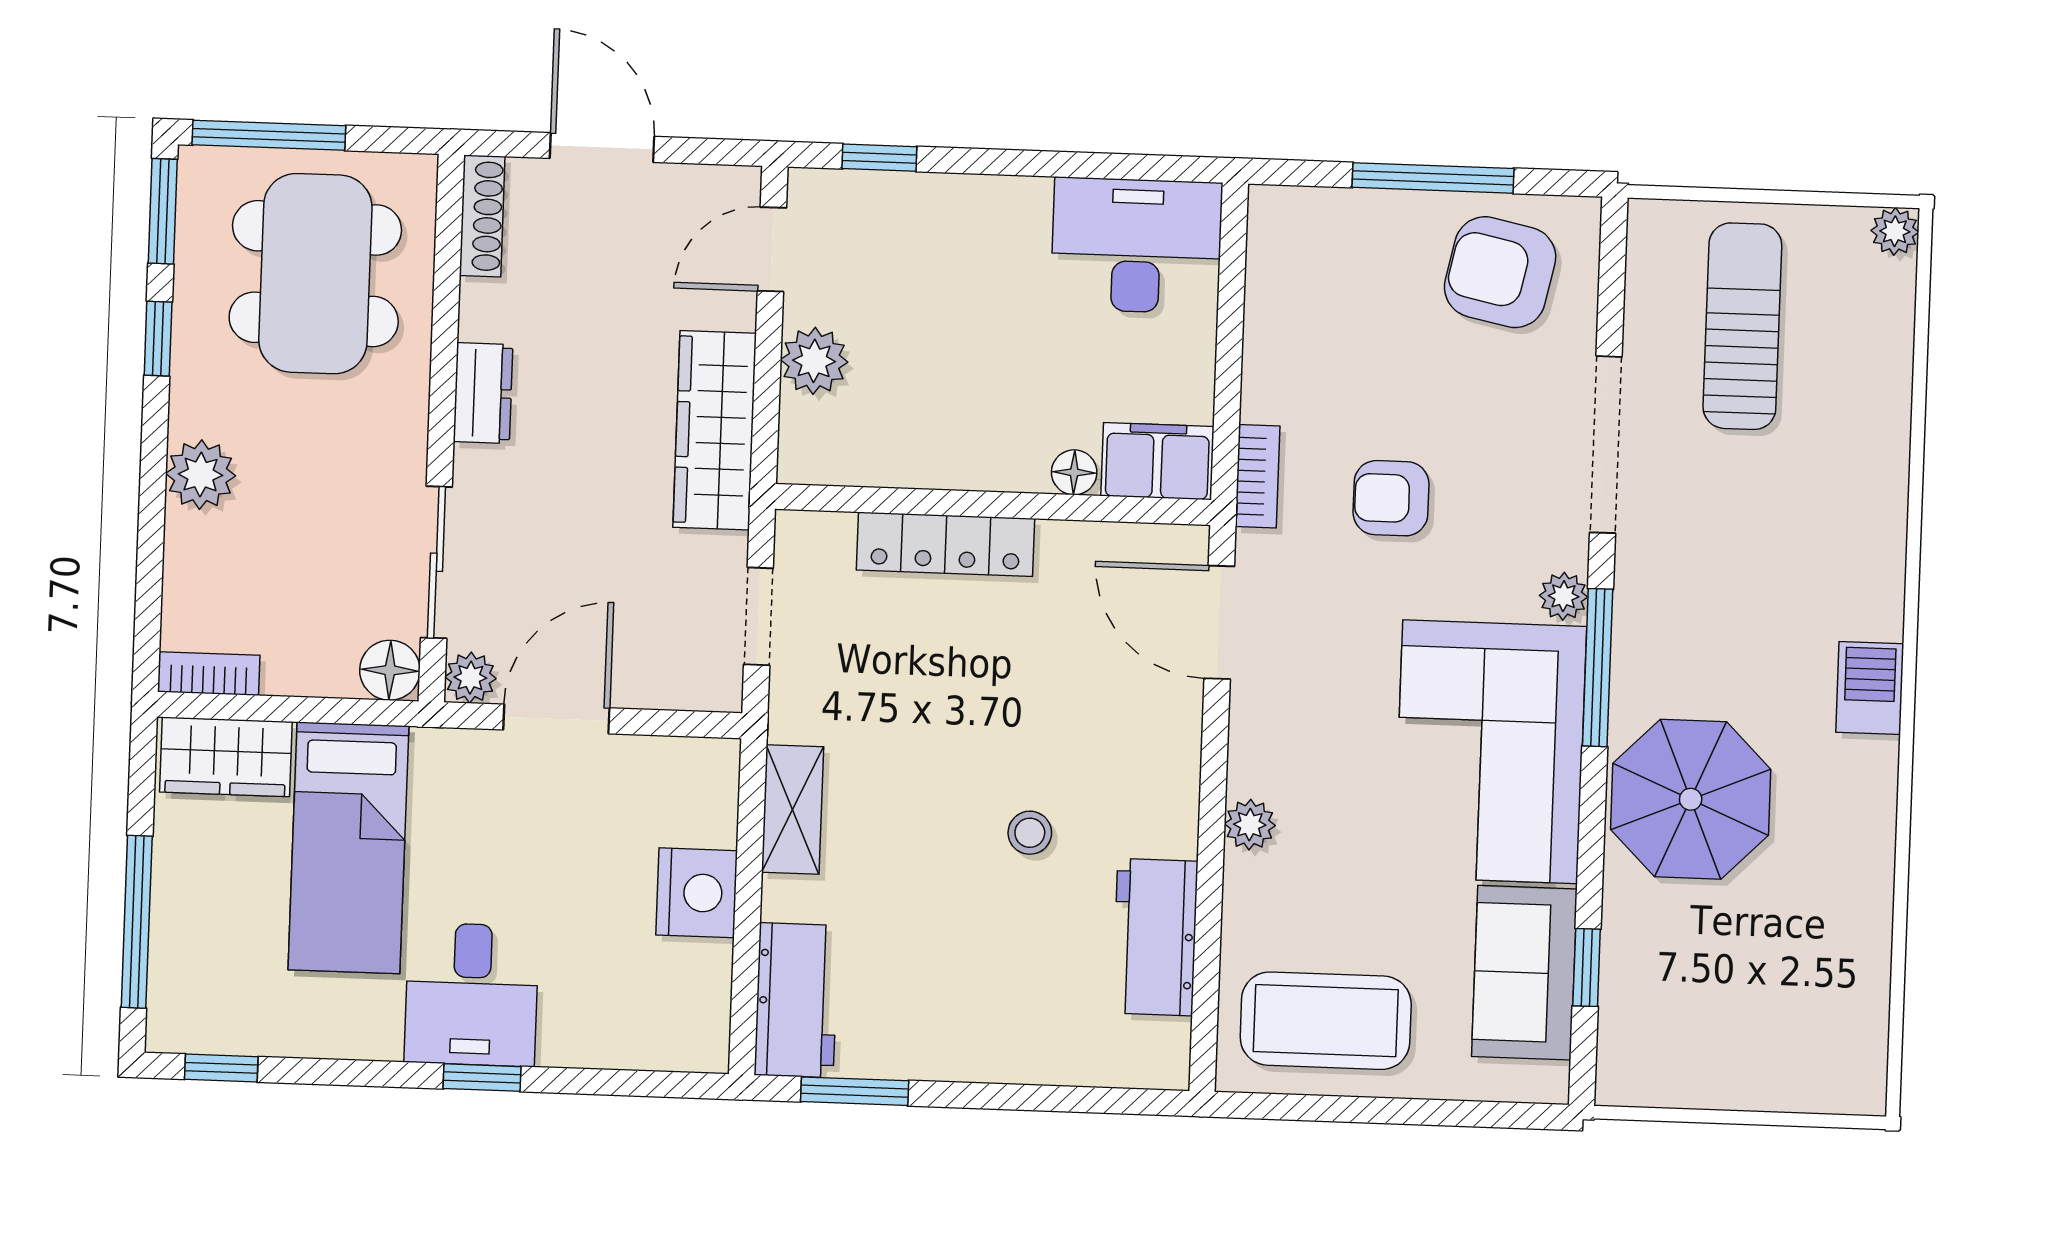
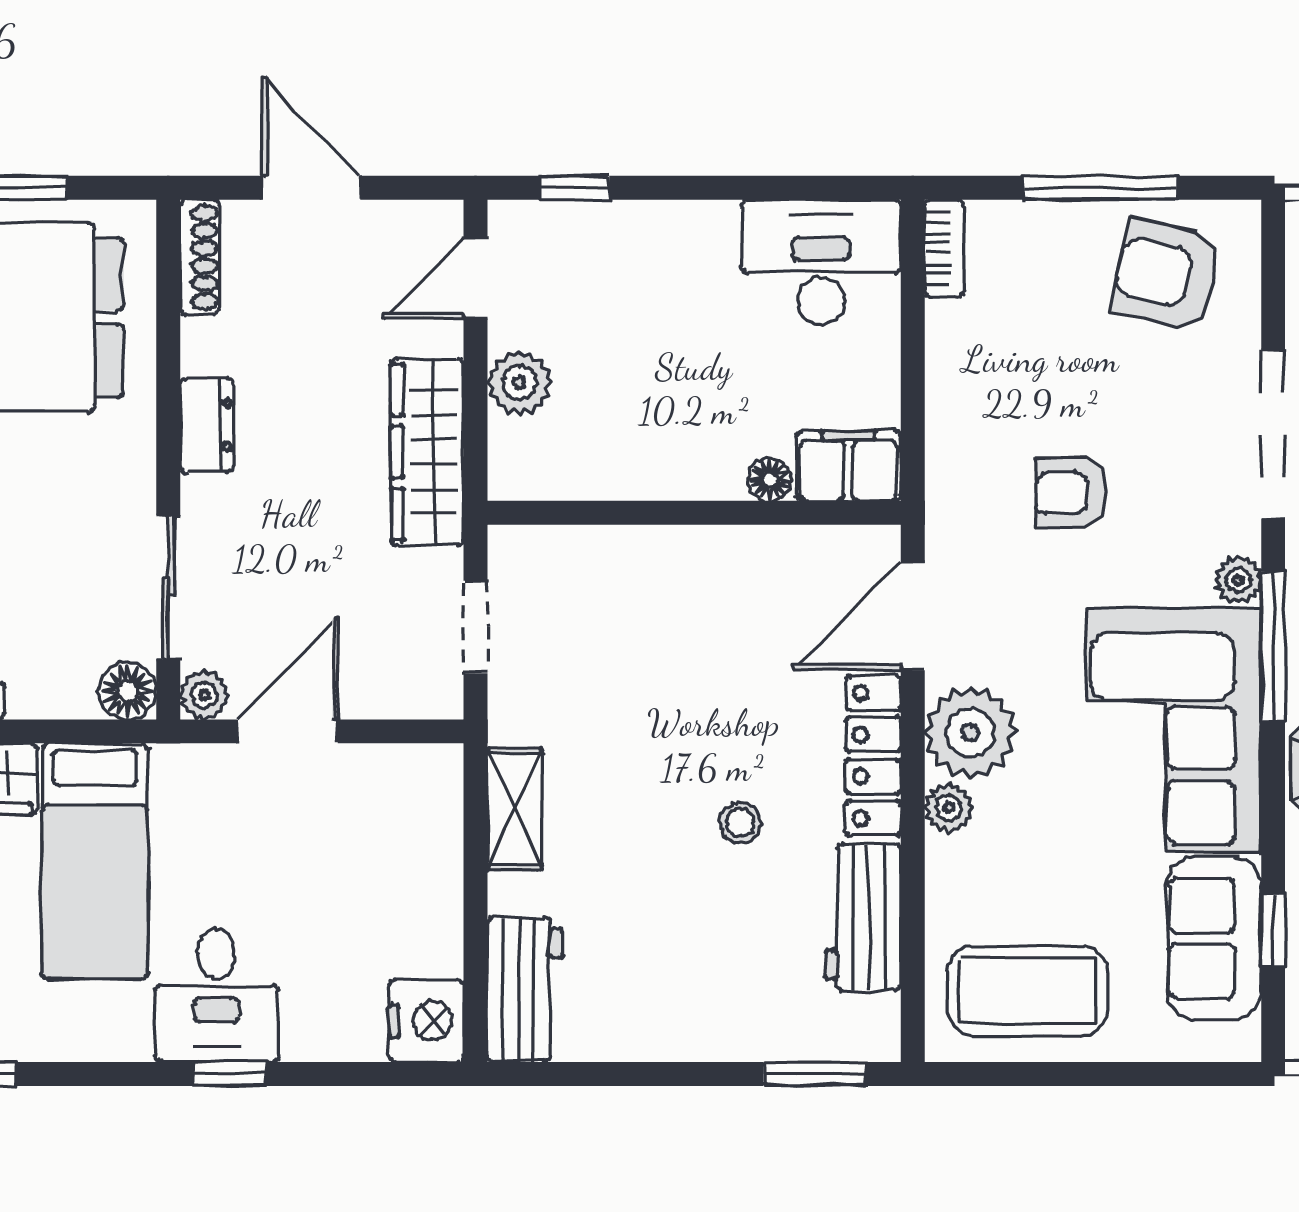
bookcase: (1258, 476) -> (944, 248), moved
locker: (945, 544) -> (873, 756), moved, turned 90
door: (1219, 622) -> (913, 617), hinge flipped
plant: (1276, 747) -> (971, 732), added
nightstand: (697, 893) -> (426, 1021), moved
window: (855, 1091) -> (814, 1074), moved

